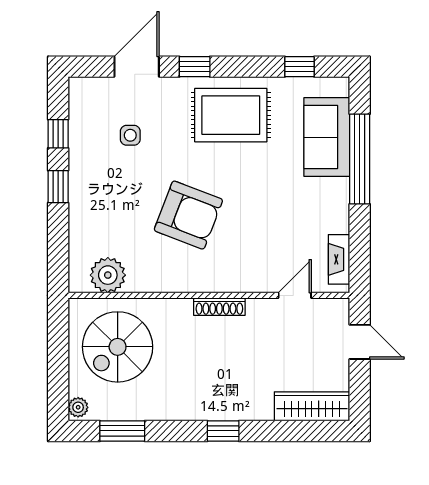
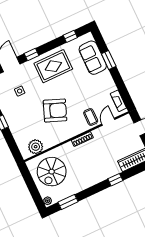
window: (360, 159) -> (109, 60), width x0.47
coffee table: (261, 266) -> (91, 117), added
window: (223, 431) -> (115, 180), moved

